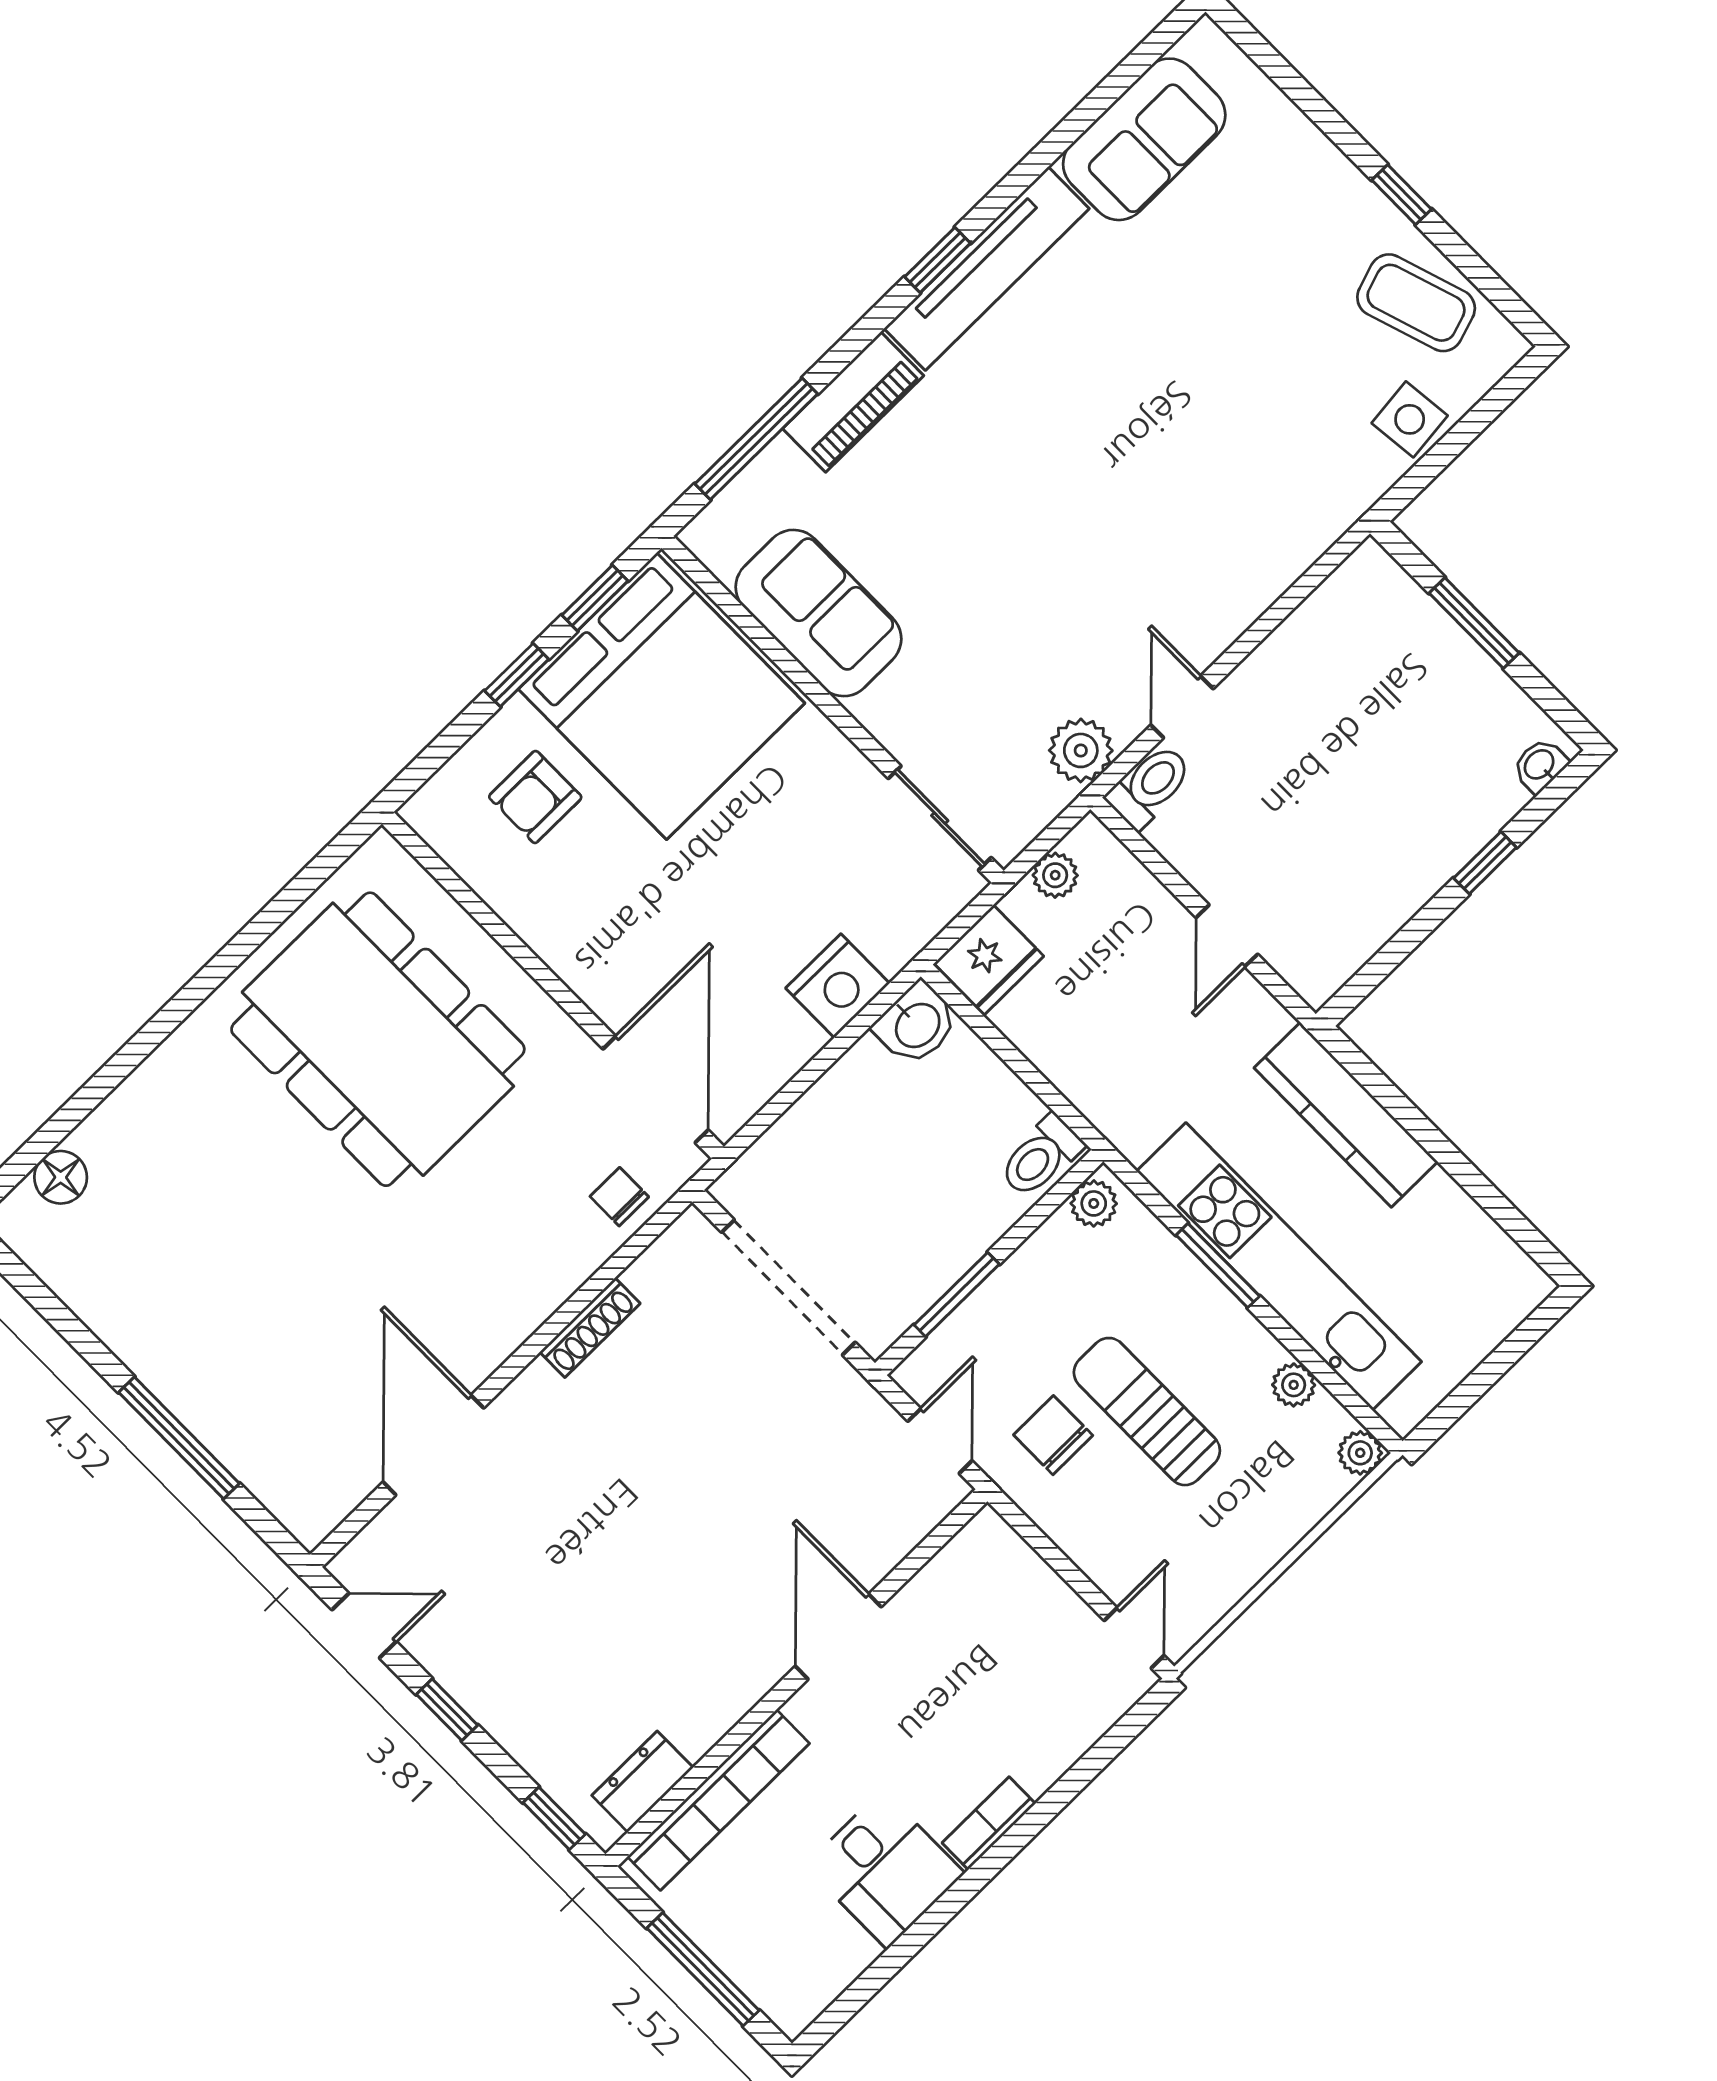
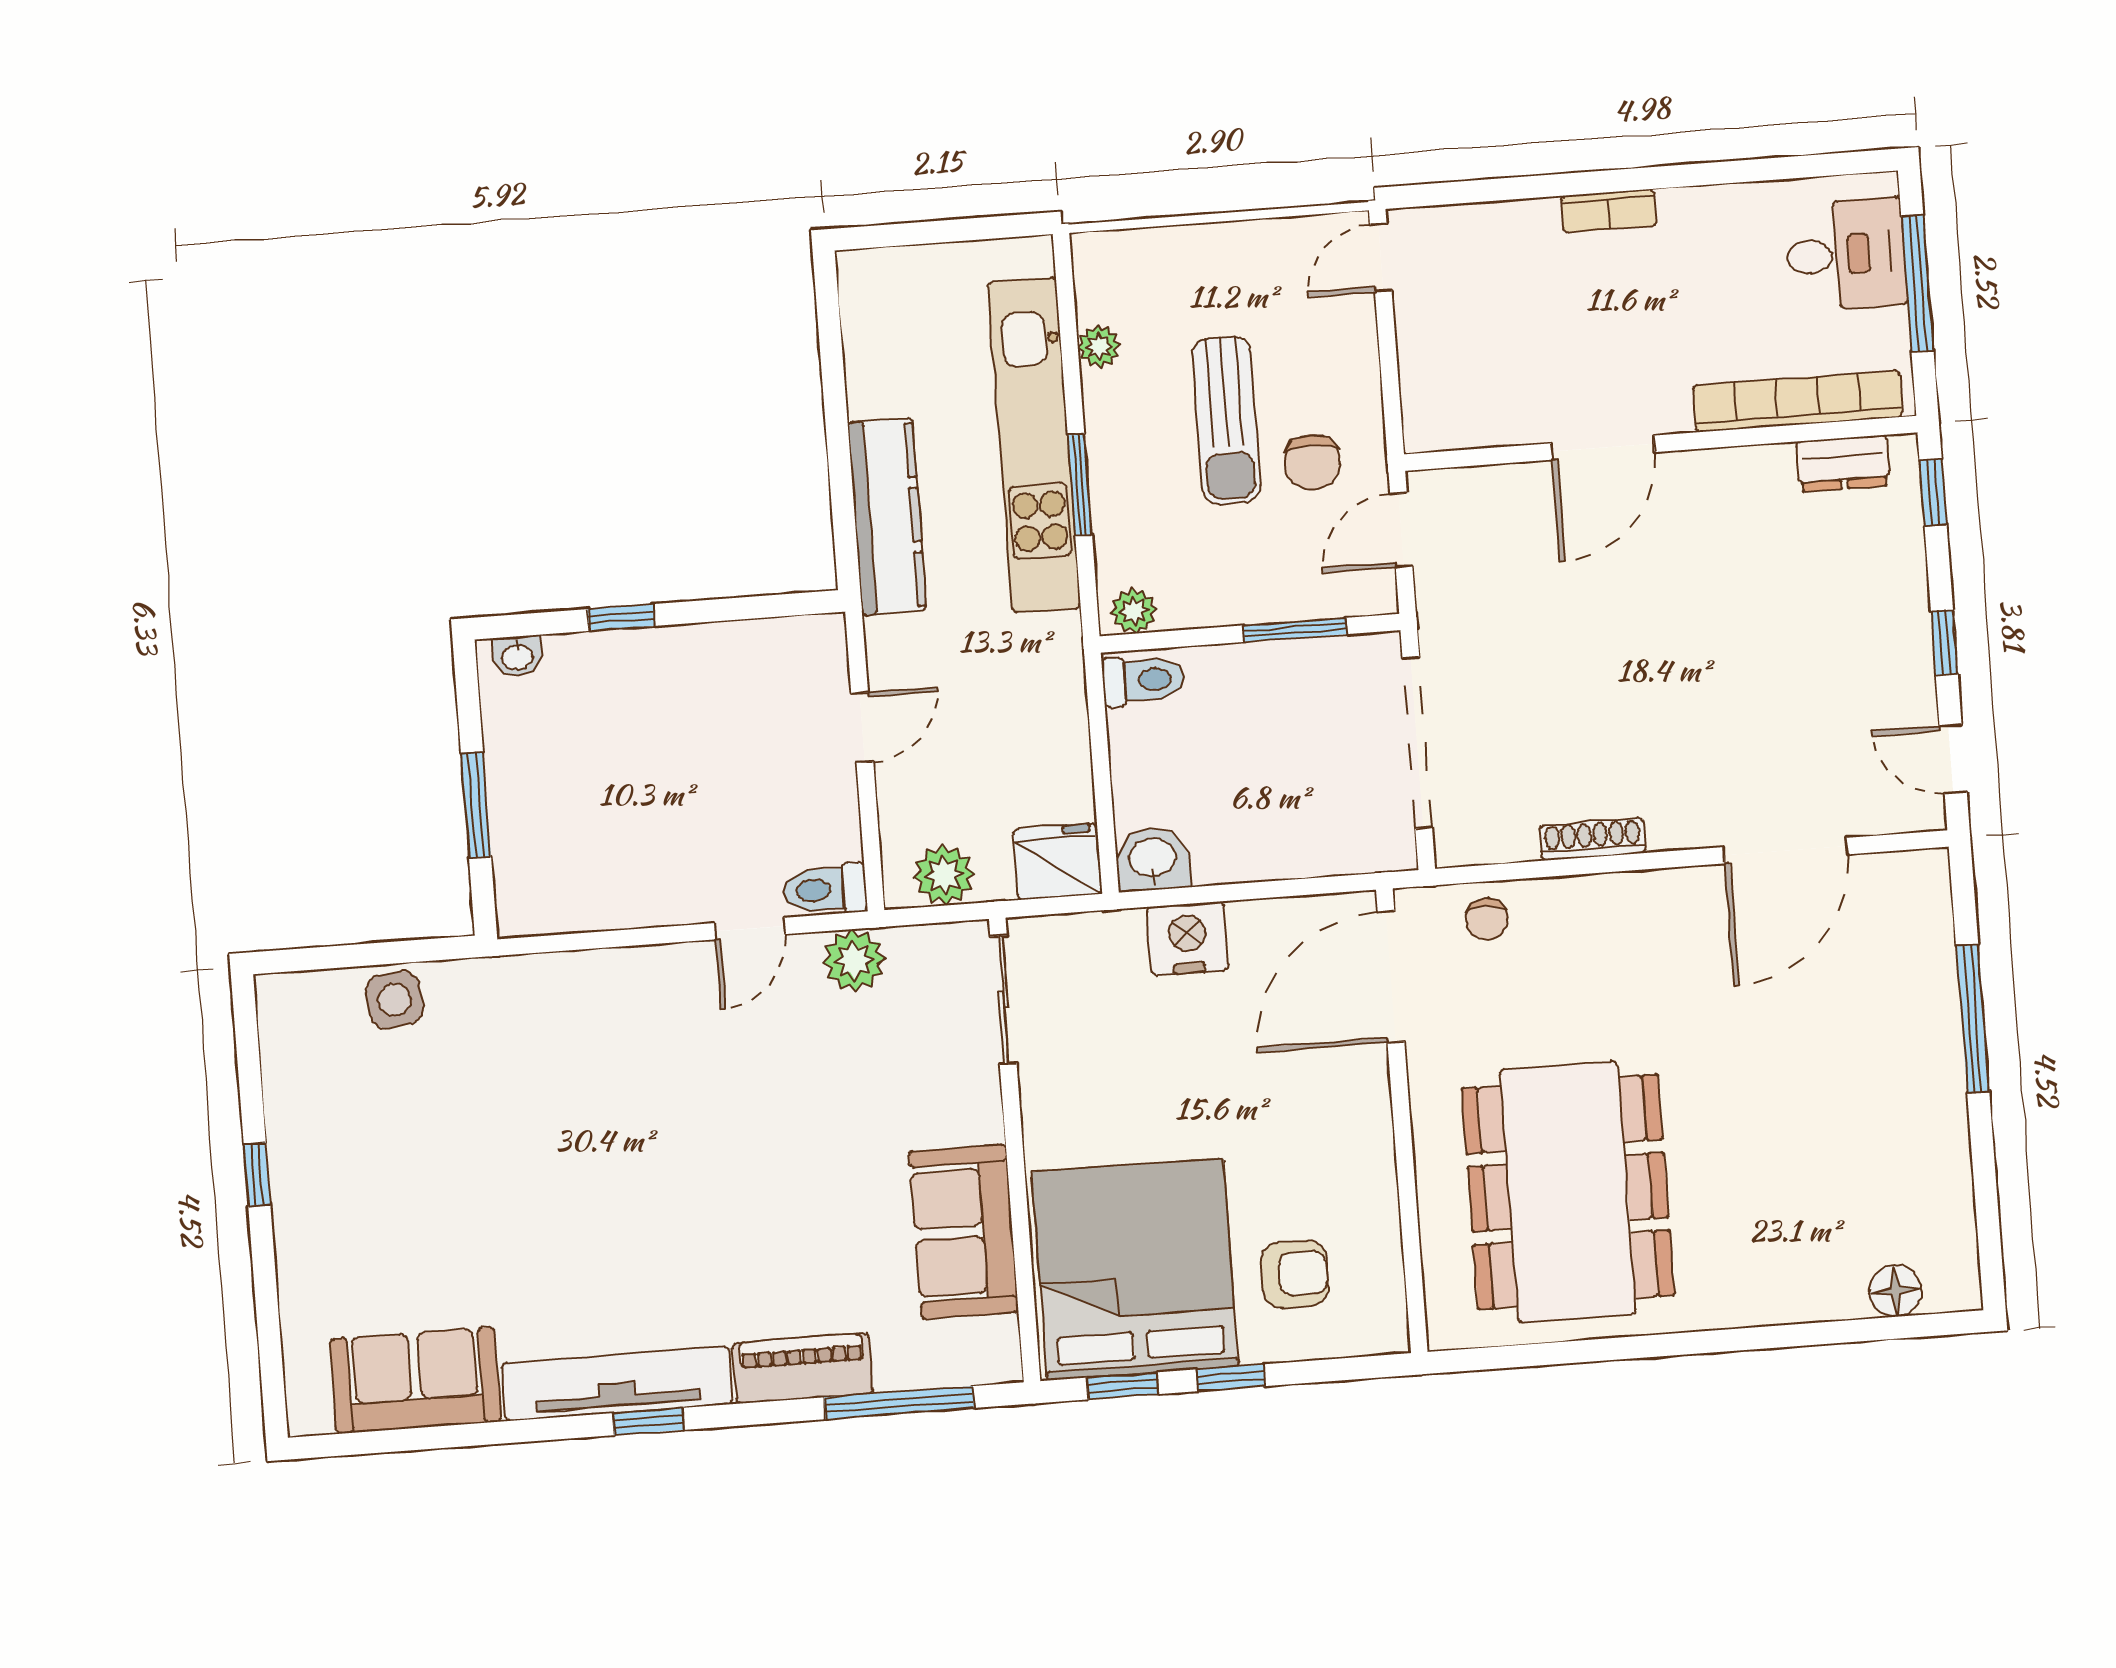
coffee table: (1416, 303) -> (315, 1084), removed
plant: (1055, 875) -> (944, 875), width x1.38, depth x1.38
plant: (1360, 1453) -> (1092, 253), removed
desk: (885, 1869) -> (1846, 254), moved, turned 90

